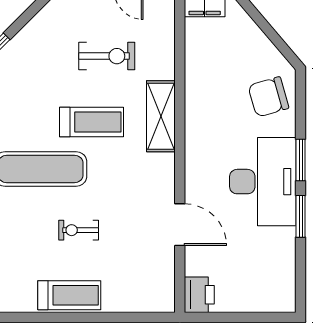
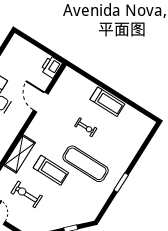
treadmill: (92, 122) -> (51, 170), turned 180
treadmill: (69, 295) -> (107, 102), turned 180

